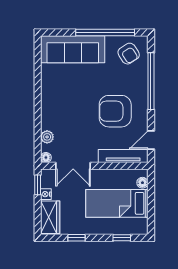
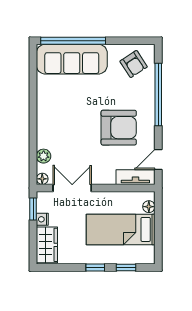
window: (105, 32) -> (73, 41), moved
armchair: (115, 111) -> (119, 128), turned 180
tv unit: (123, 156) -> (135, 177), width x0.71
double door: (73, 166) -> (72, 188), swing flipped
window: (77, 238) -> (95, 268), moved

